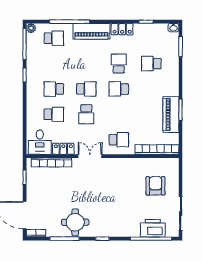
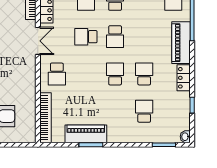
school desk: (119, 64) -> (144, 74), turned -90

